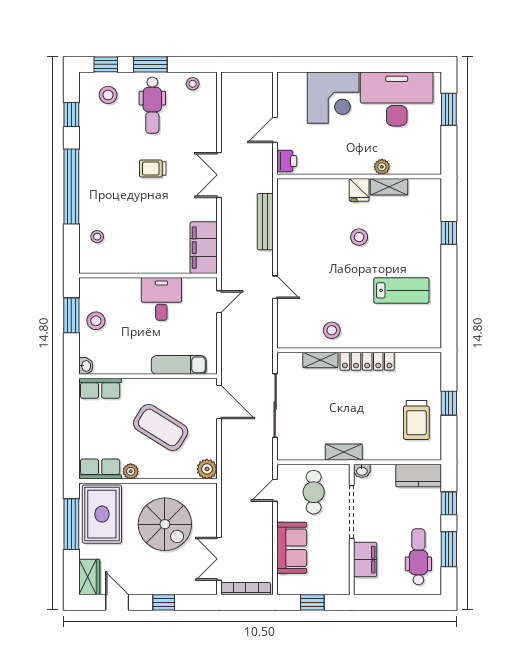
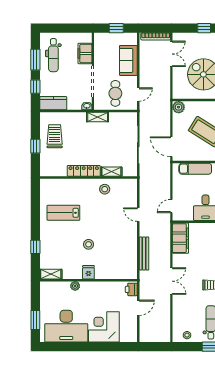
shelving: (389, 187) -> (51, 274), moved

